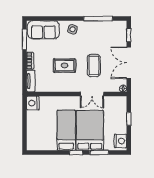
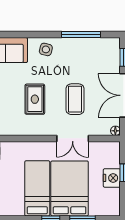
rug: (65, 65) -> (35, 99), turned 90
nightstand: (120, 141) -> (112, 178), moved

